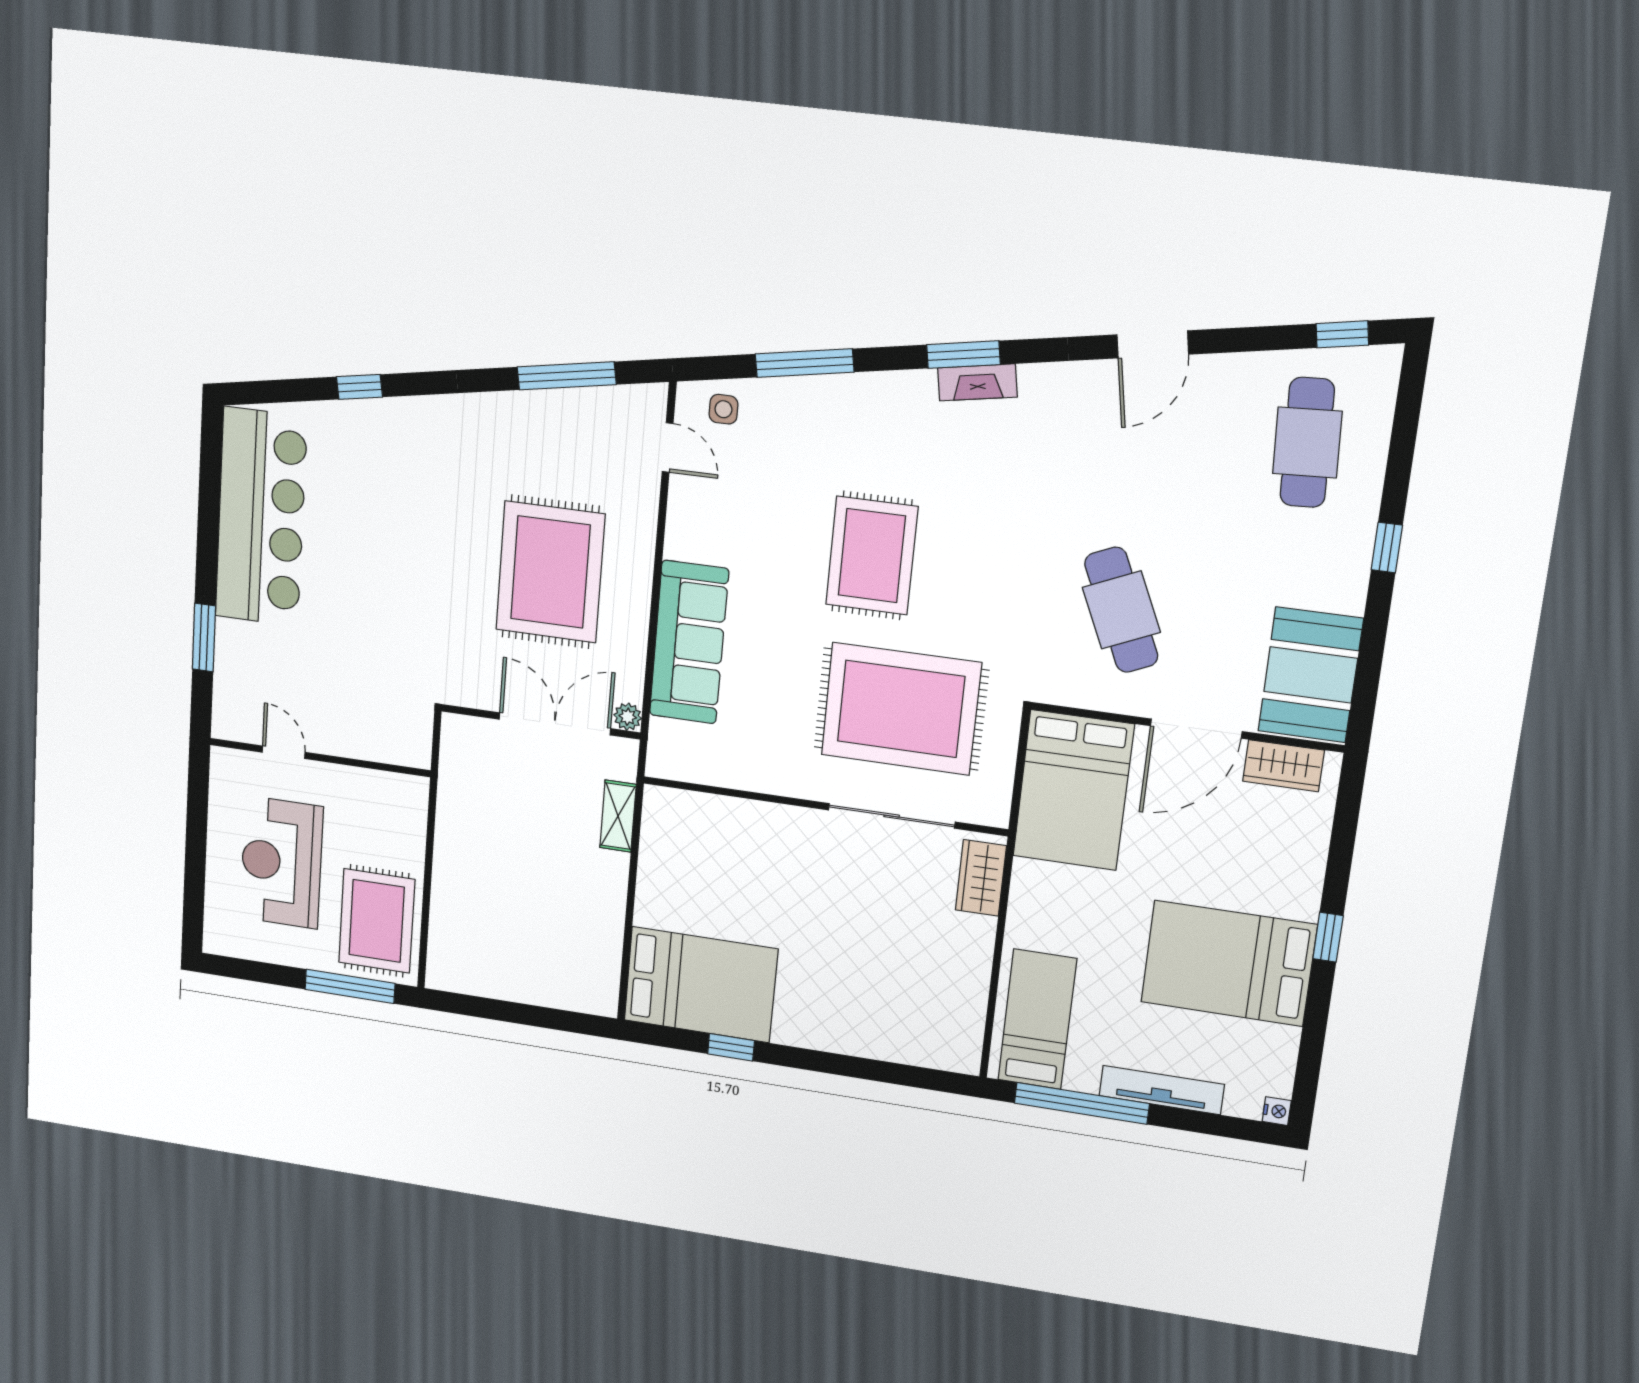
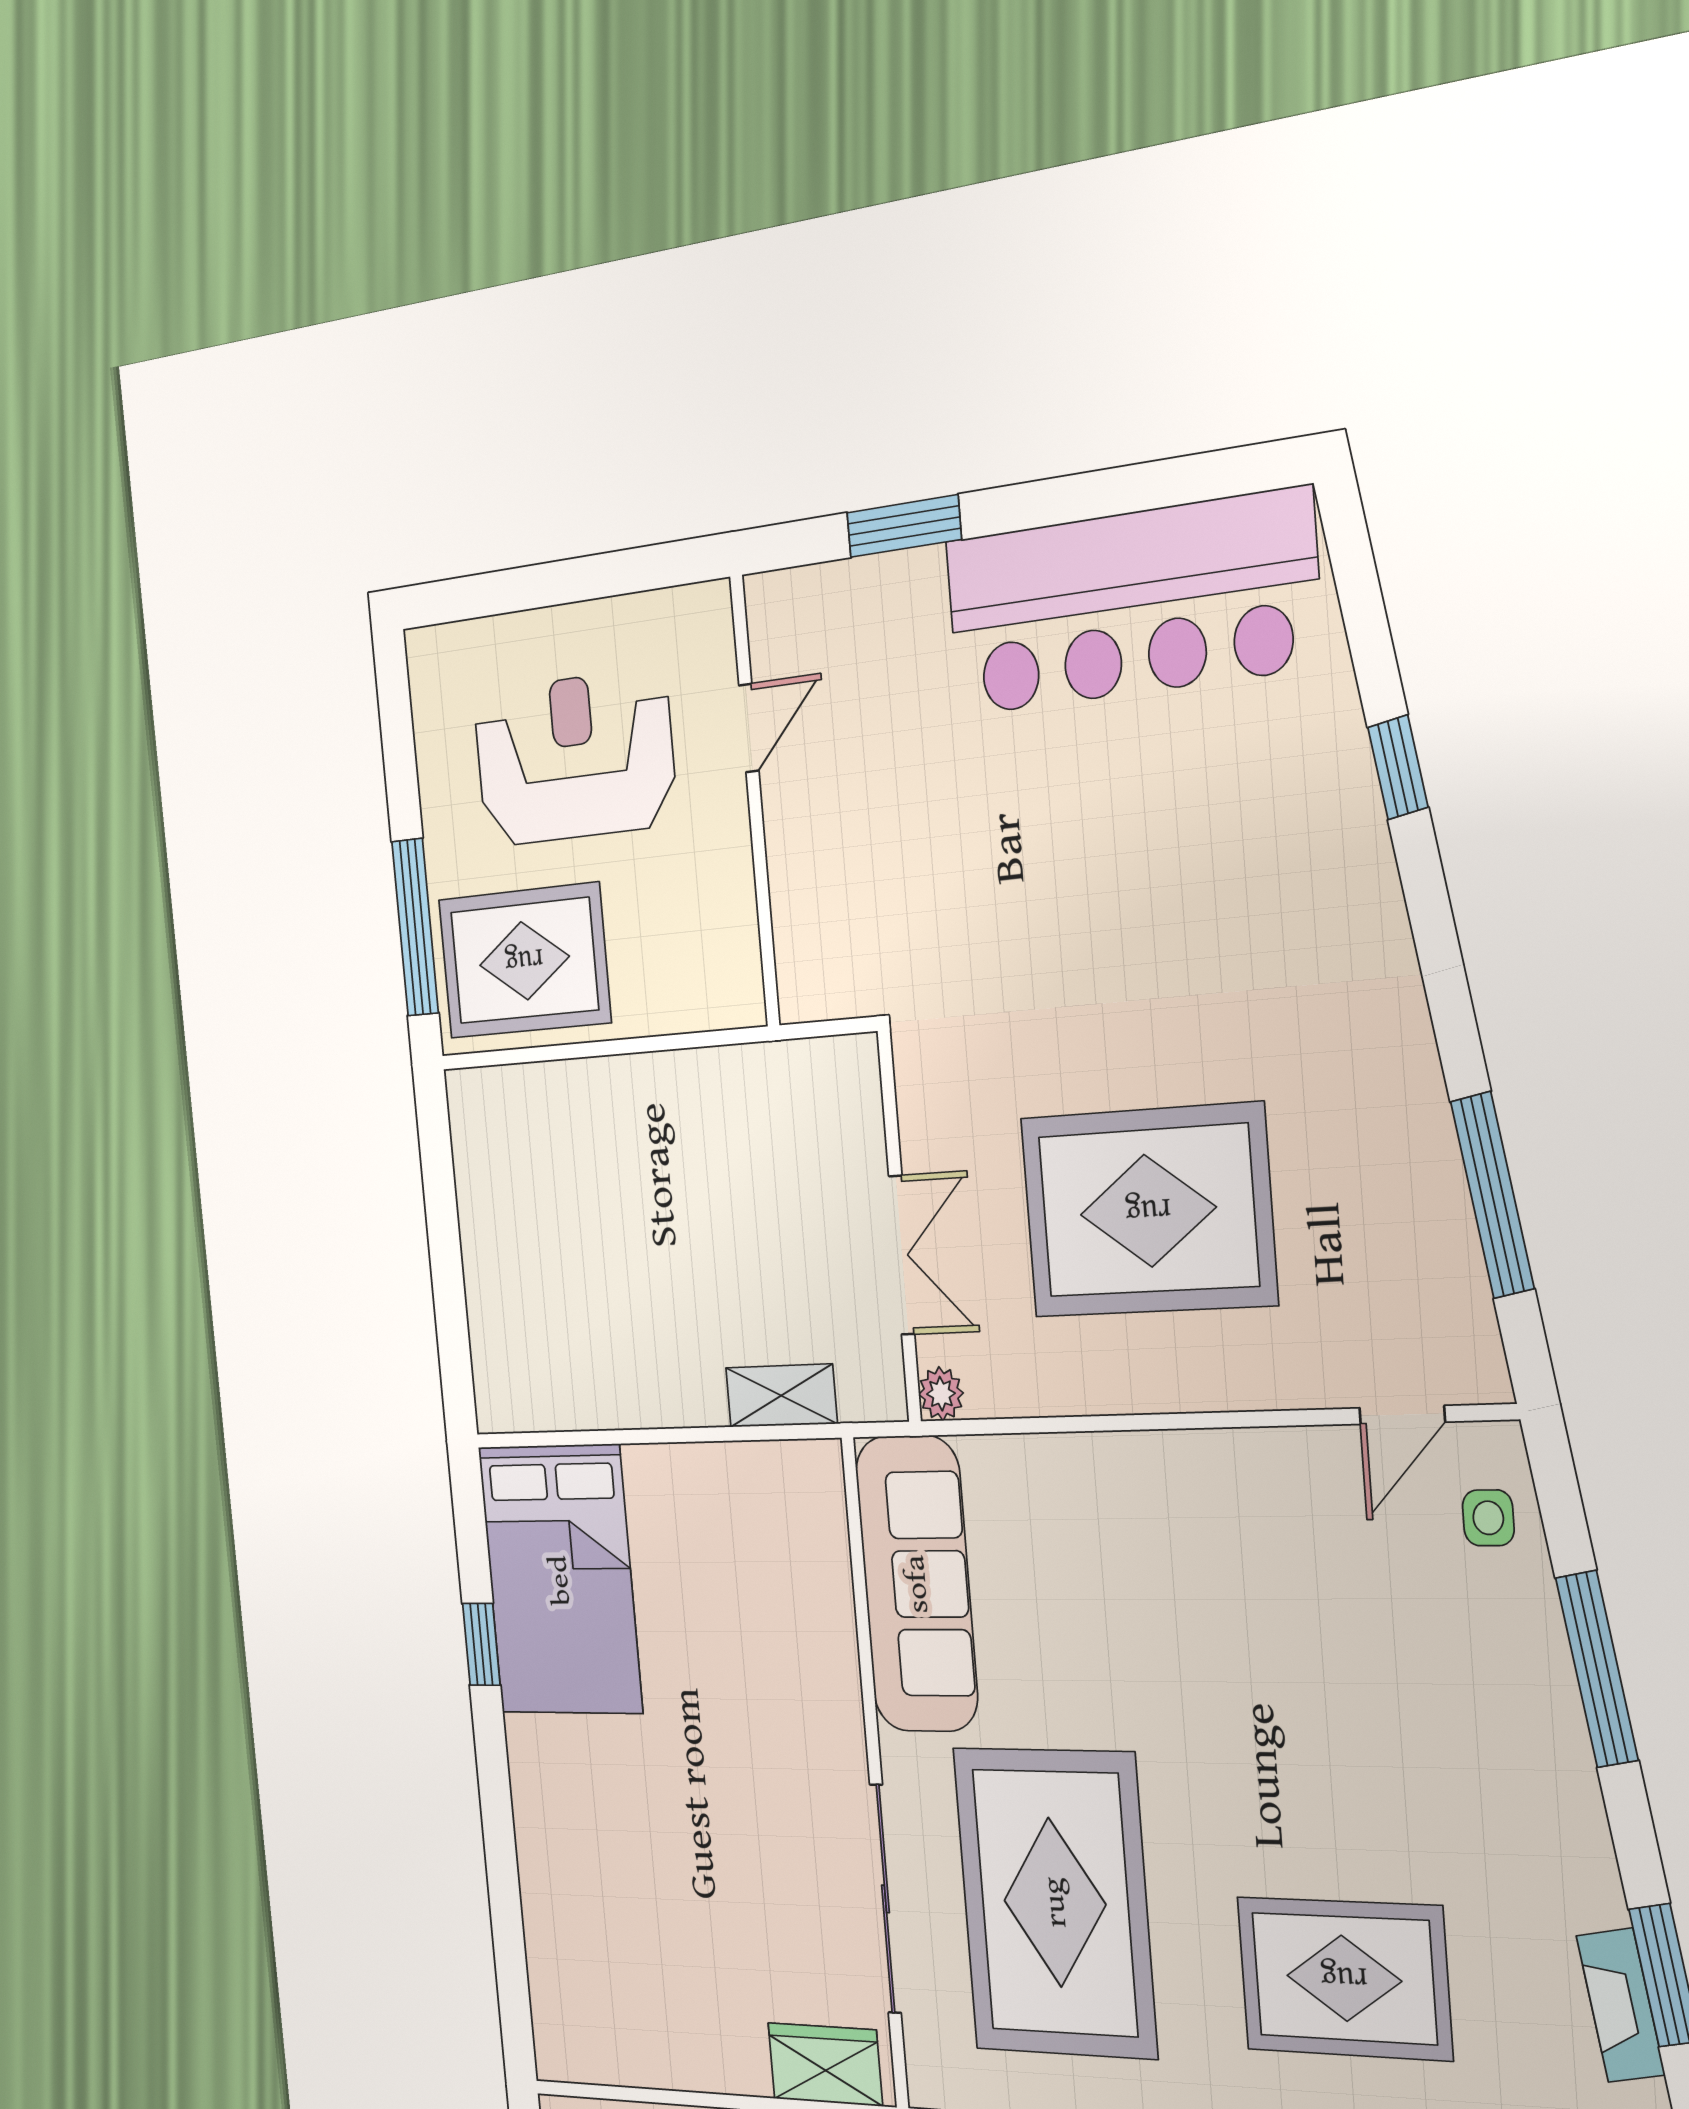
rug: (872, 556) -> (1344, 1978), moved
sofa: (689, 642) -> (917, 1584), moved, turned -90
double door: (555, 724) -> (902, 1255), width x0.73

